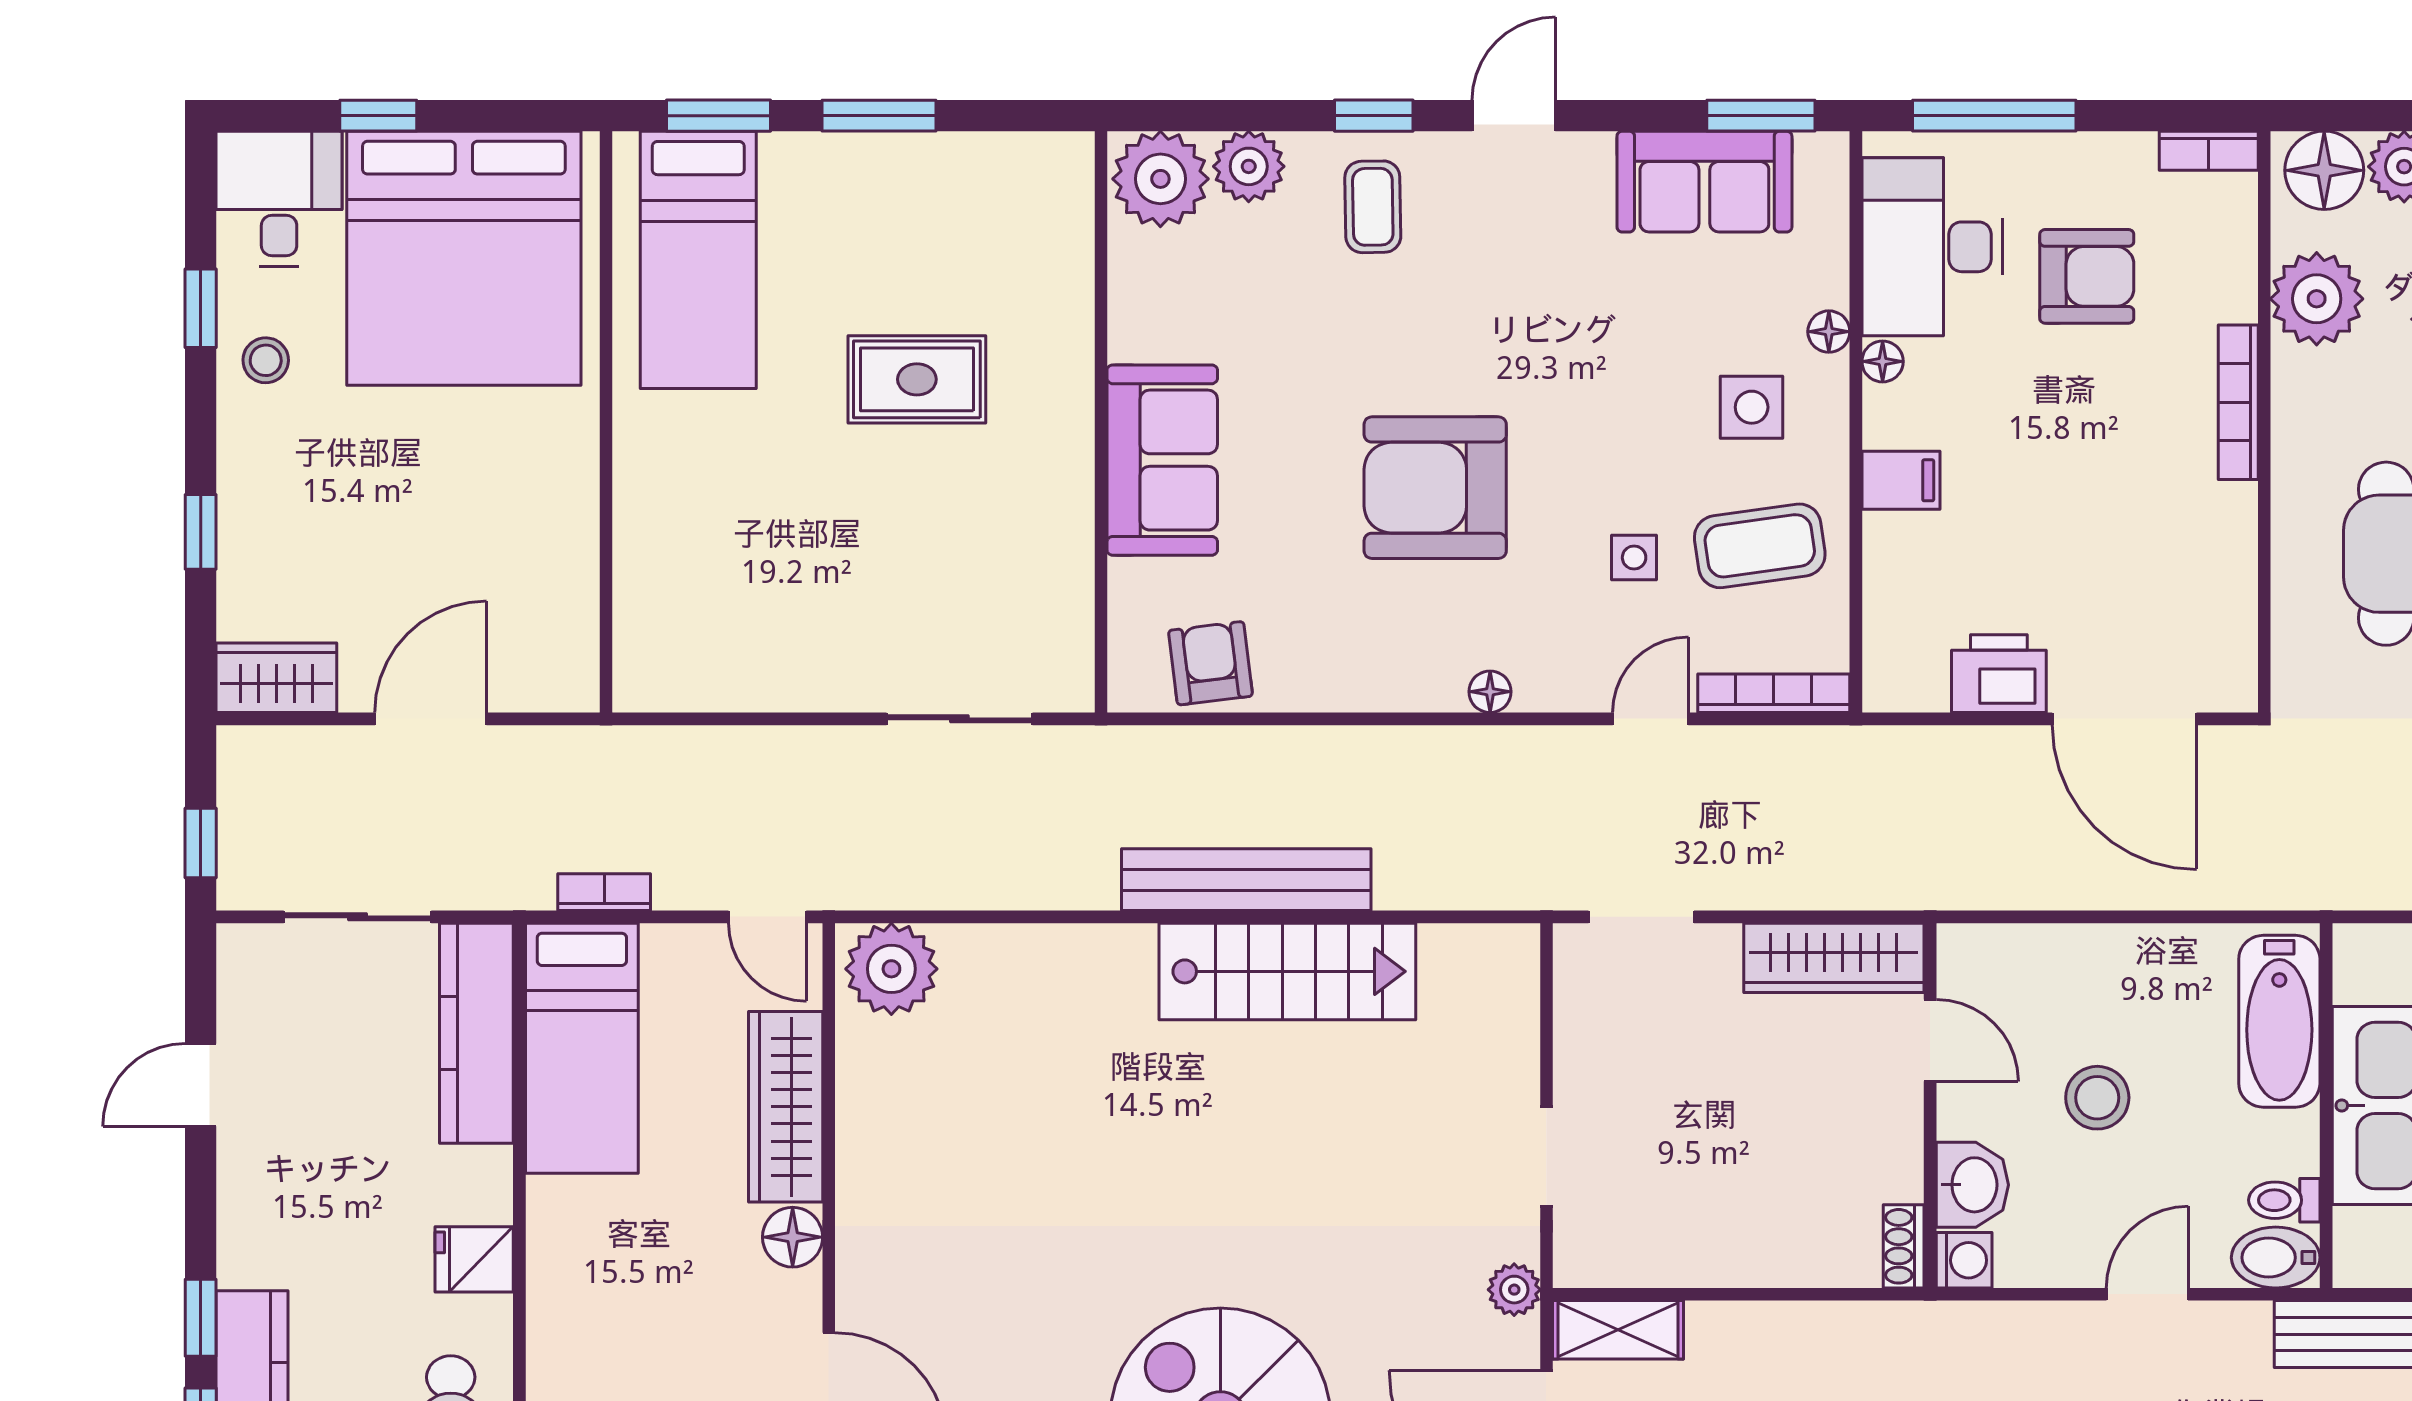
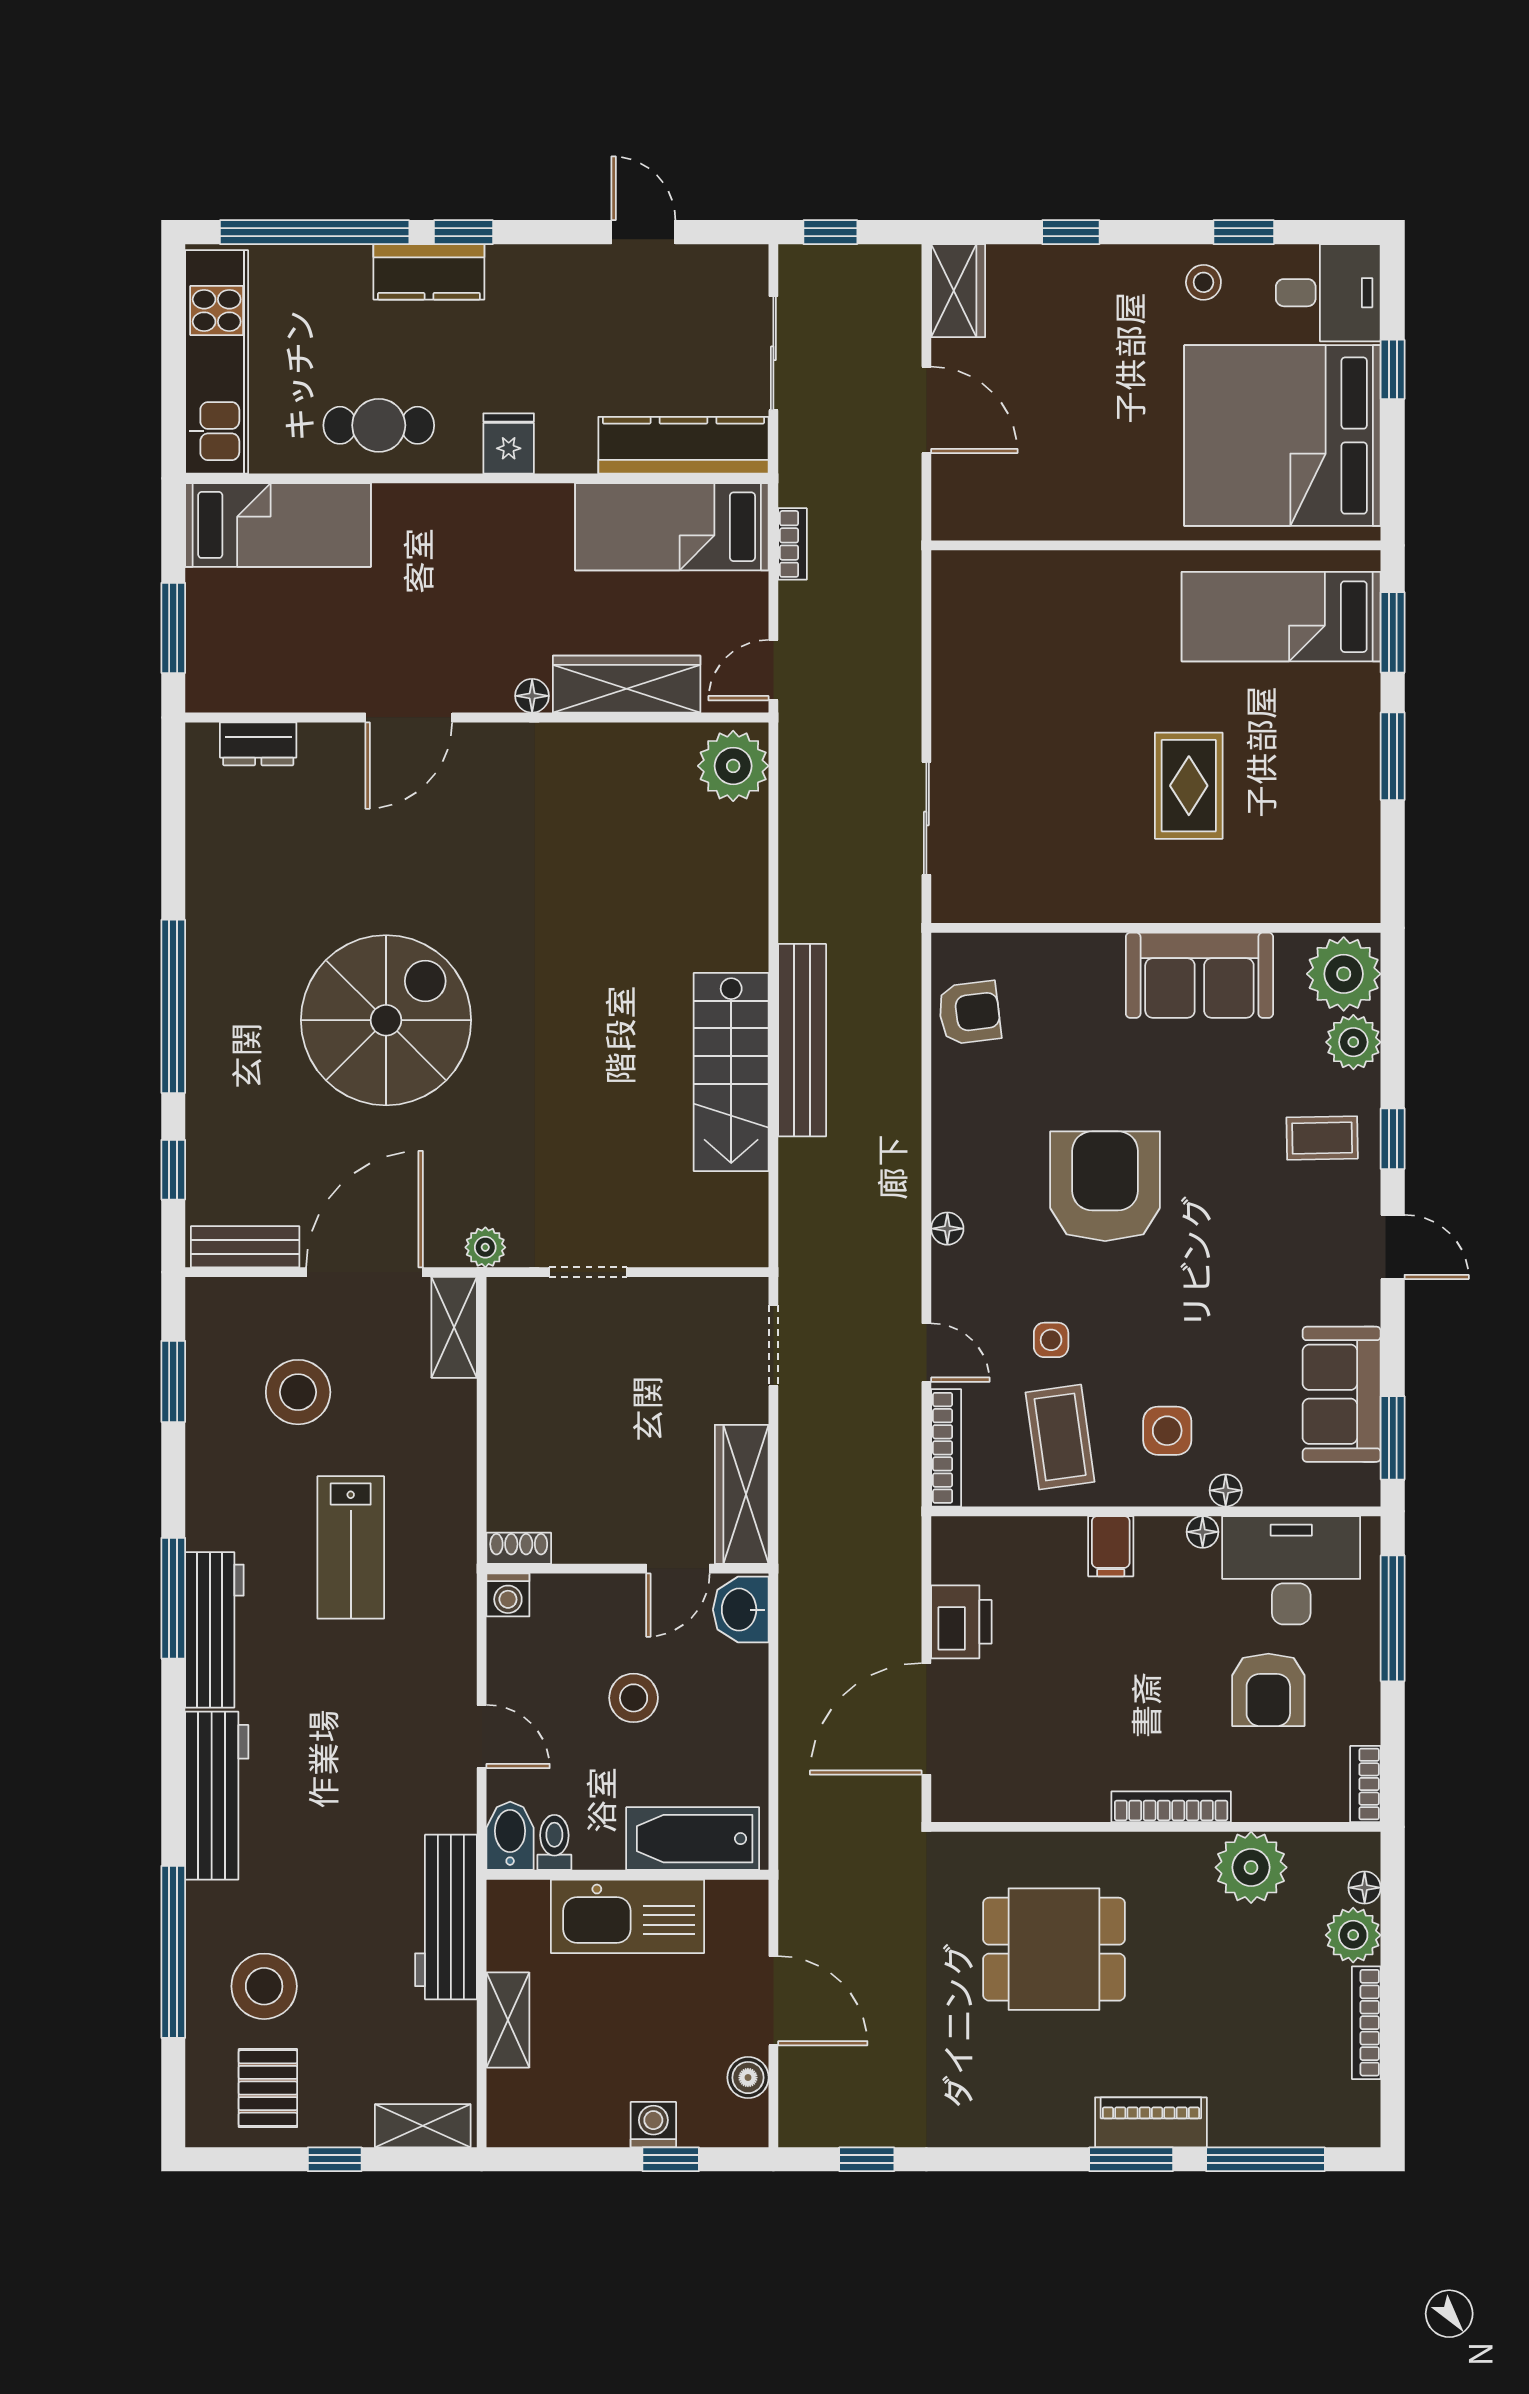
floor lamp: (2324, 170) -> (1365, 1888), width x0.53, depth x0.53
sofa: (1162, 460) -> (1199, 975), moved
washbasin: (1972, 1185) -> (741, 1610), moved, turned 90
floor lamp: (793, 1237) -> (532, 696), width x0.73, depth x0.73

